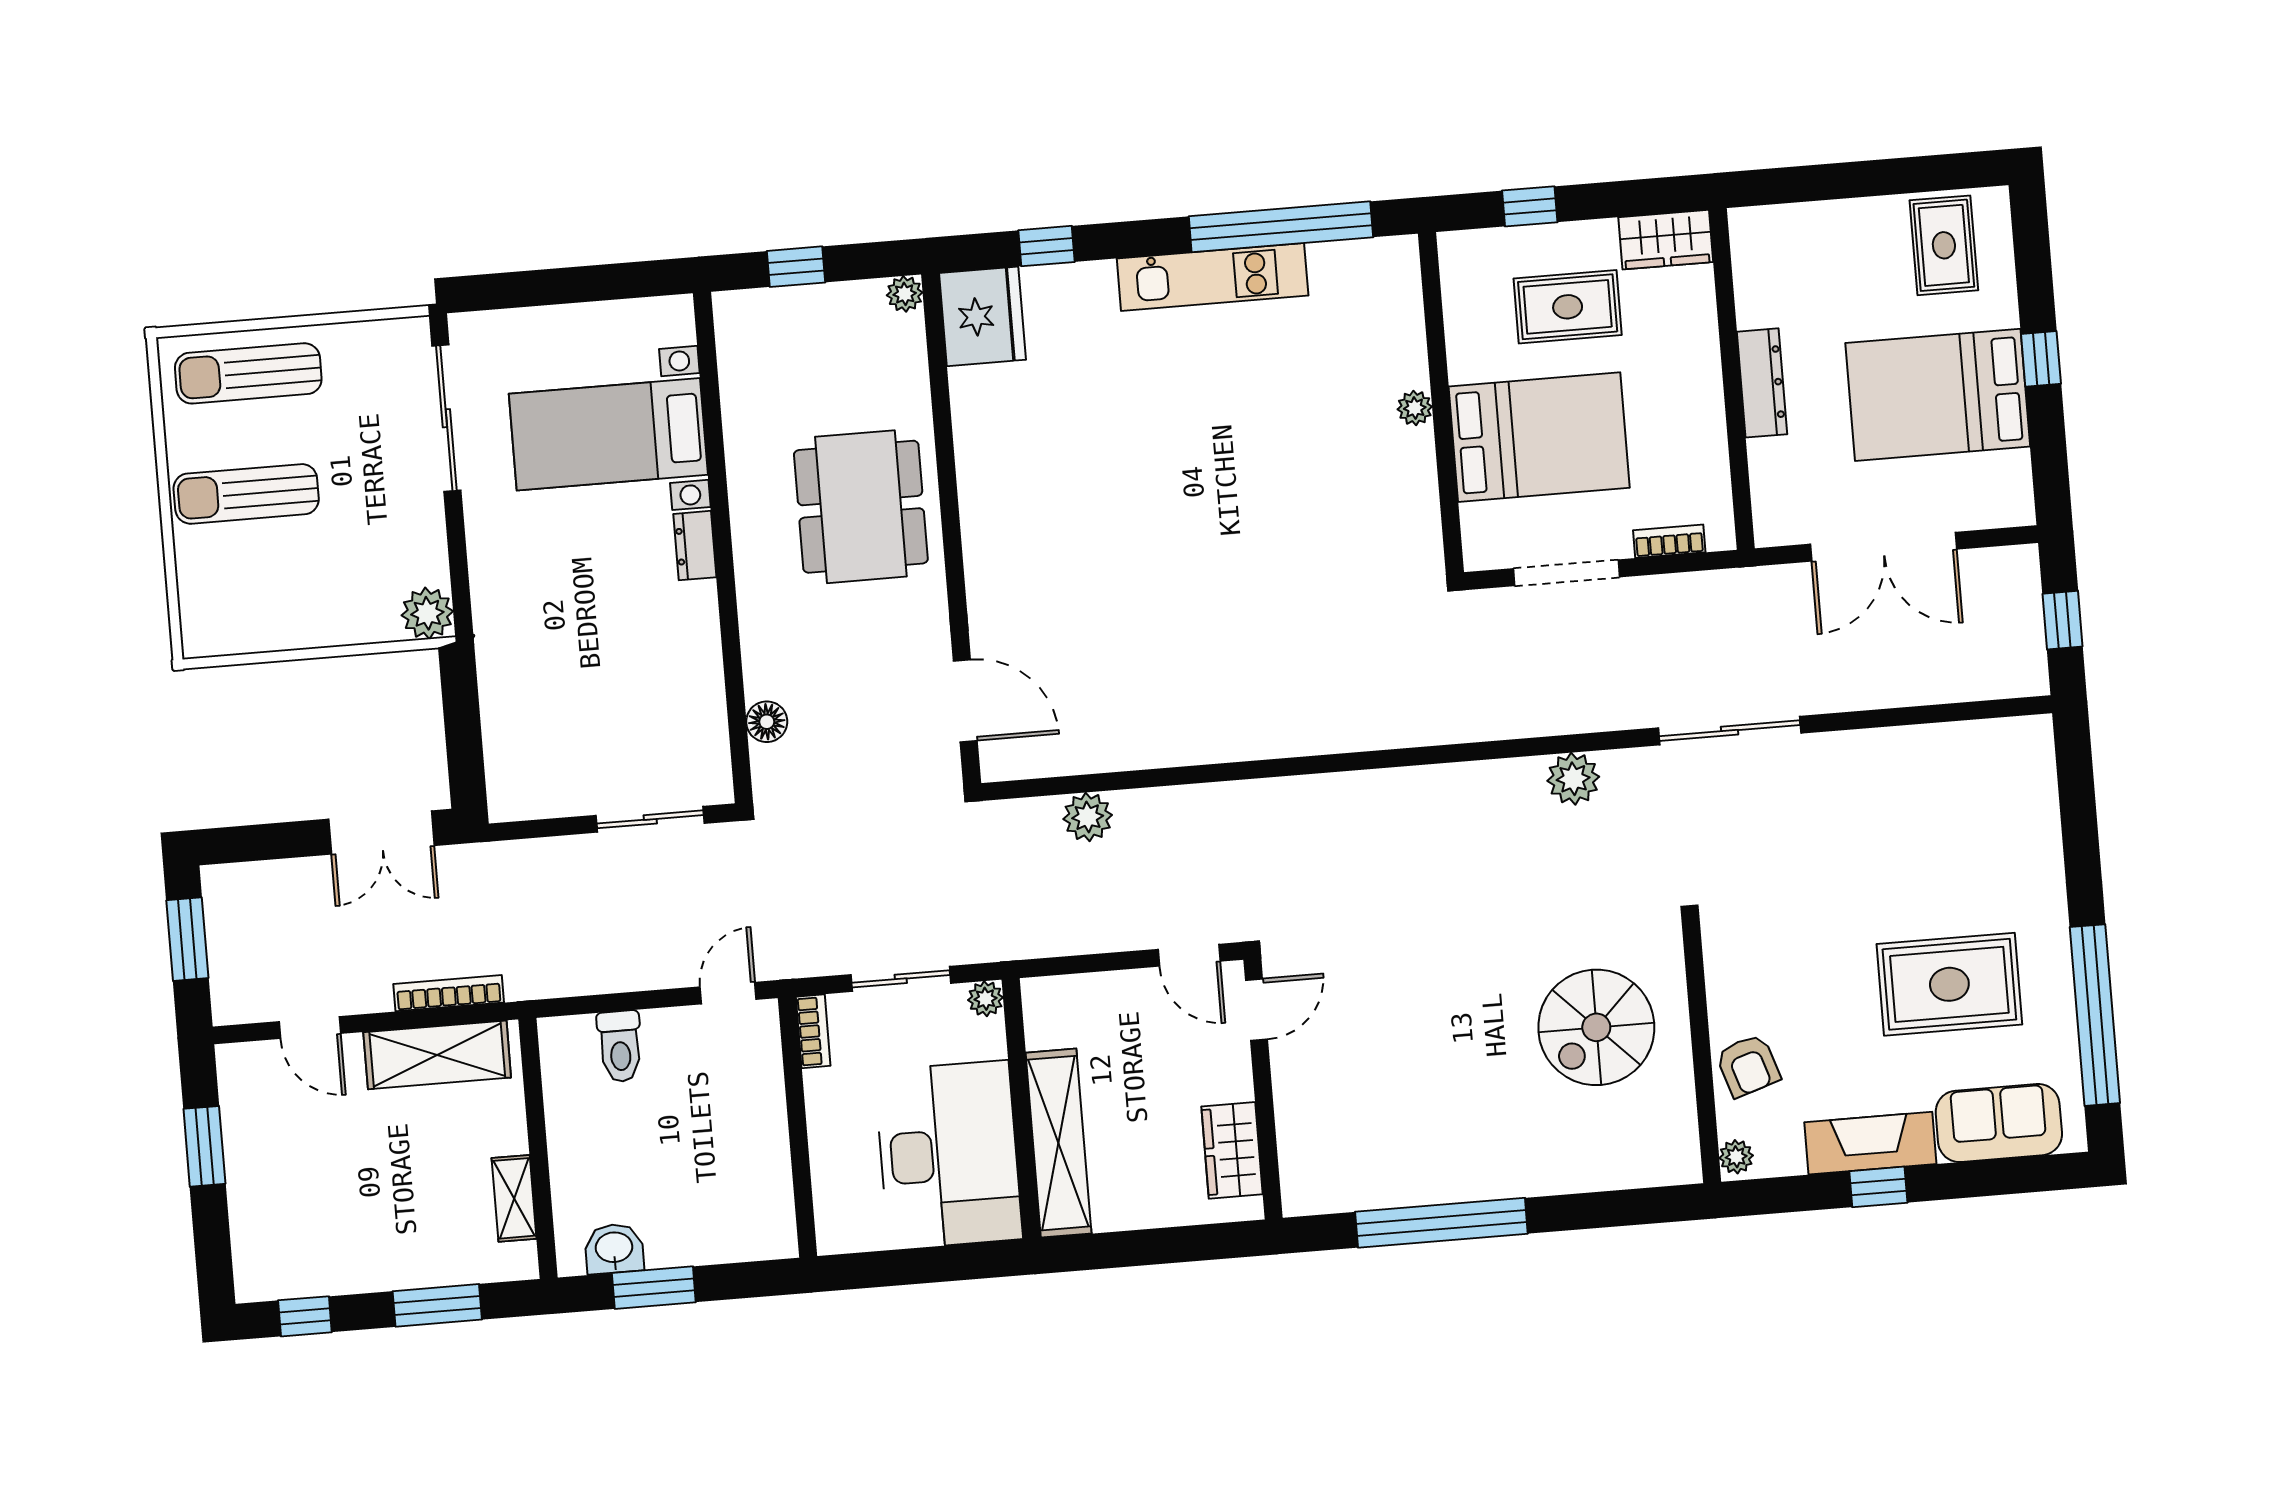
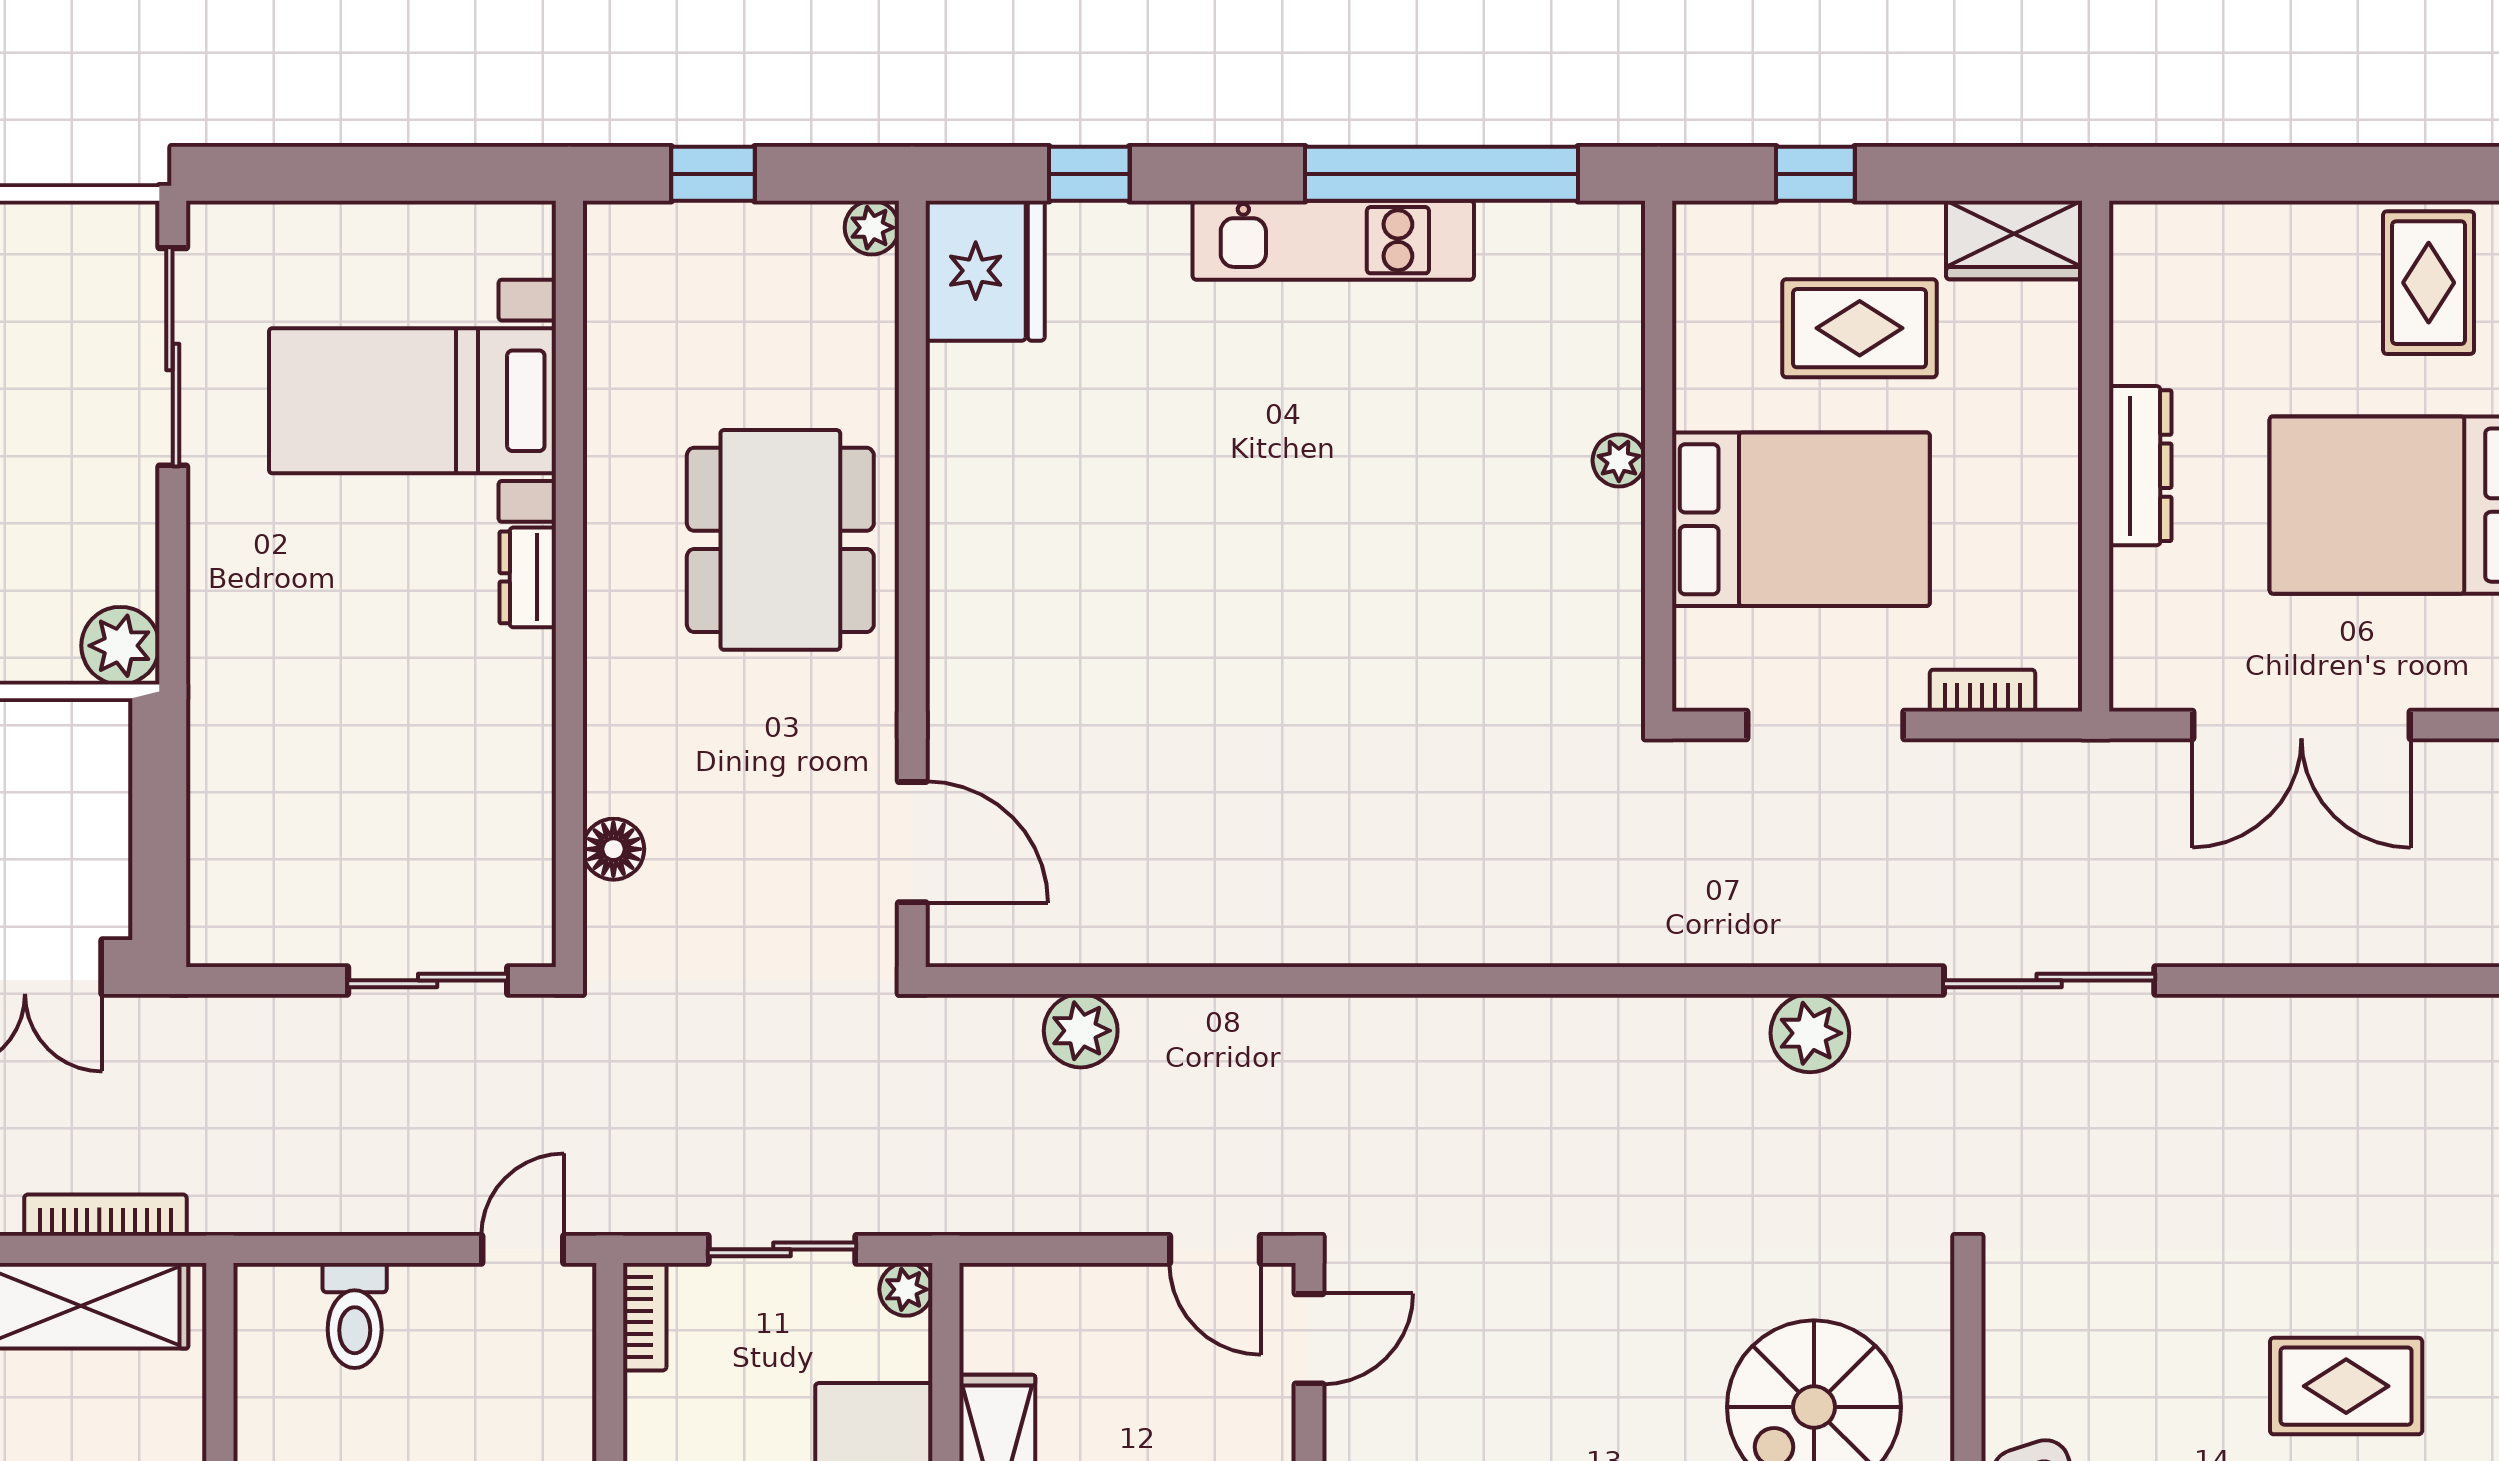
rug: (1949, 984) -> (2346, 1386), width x0.73, depth x0.70

